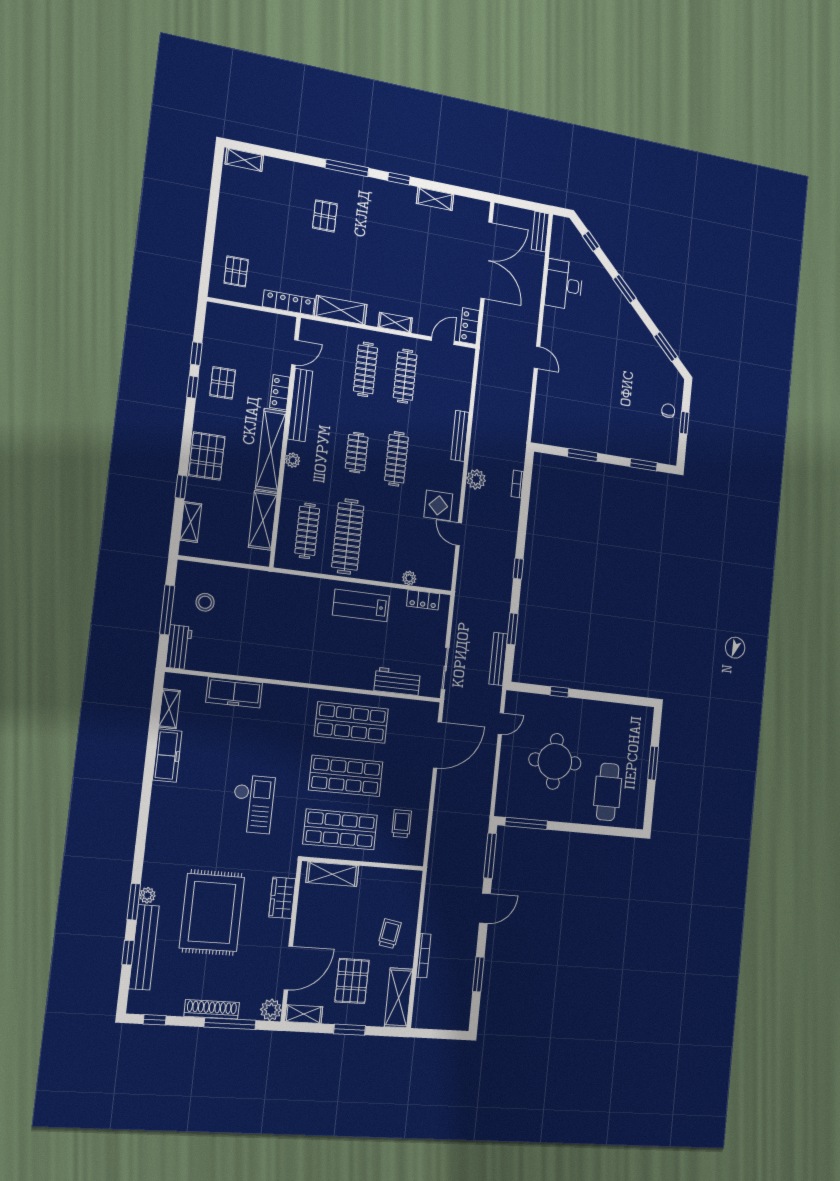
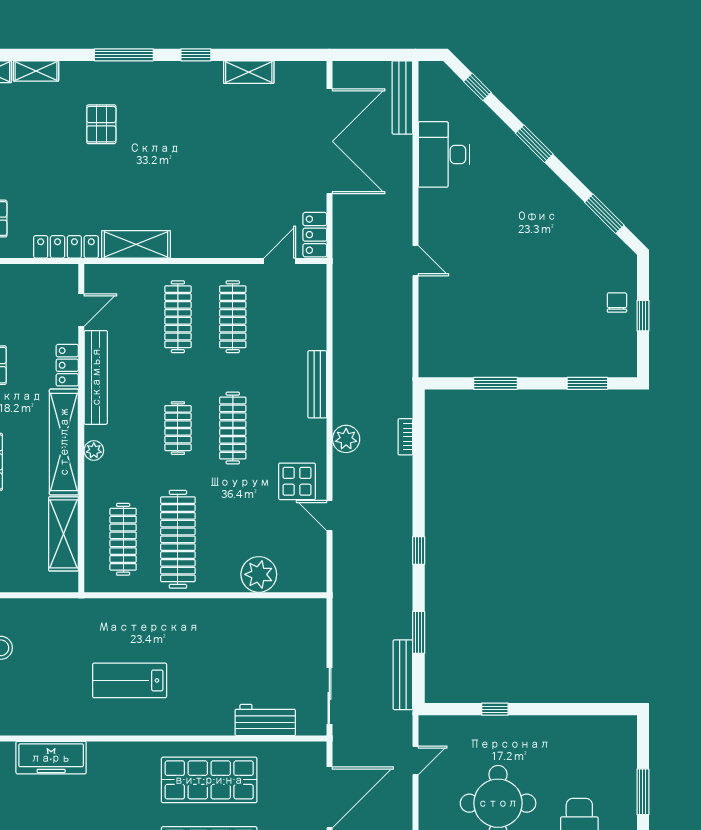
bench: (540, 232) -> (402, 97), width x1.36
shelving: (395, 323) -> (36, 71), moved
plant: (409, 578) -> (259, 574), width x1.88, depth x1.88
locker: (423, 600) -> (289, 609), removed
lab bench: (361, 606) -> (130, 680), moved

